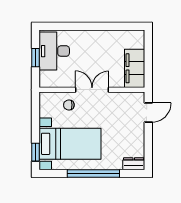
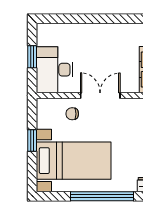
desk: (54, 51) -> (55, 70), moved
window: (36, 152) -> (32, 140), moved

